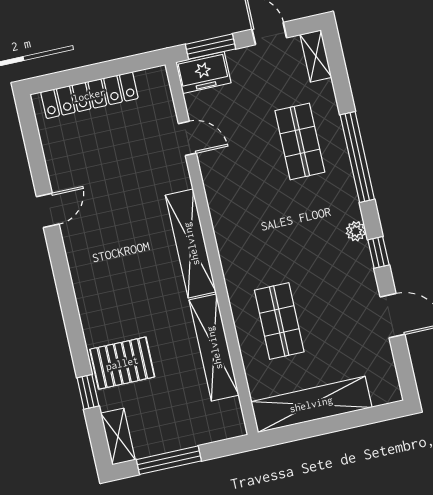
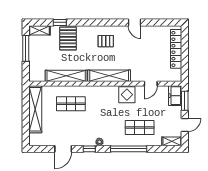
display table: (227, 190) -> (127, 95), added
pallet: (108, 270) -> (106, 41), added

